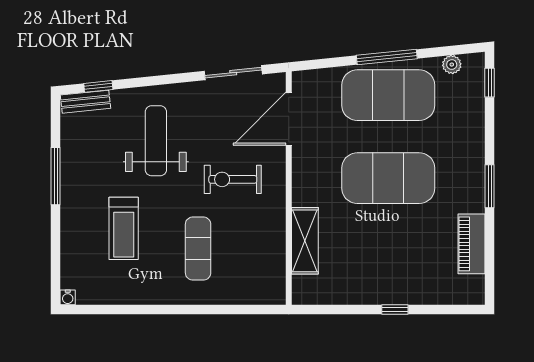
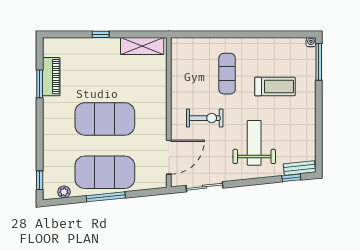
weight bench: (156, 141) -> (254, 143), turned 180
window: (56, 176) -> (319, 62), moved
window: (490, 186) -> (40, 84), moved
treadmill: (124, 228) -> (275, 87), turned 90
shelving: (305, 241) -> (142, 46), moved, turned 90

